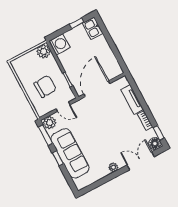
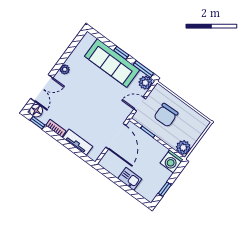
kitchen sink: (93, 28) -> (130, 179), moved

